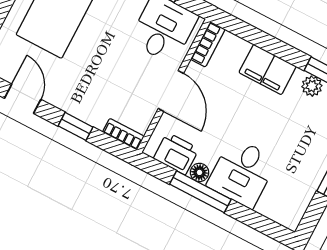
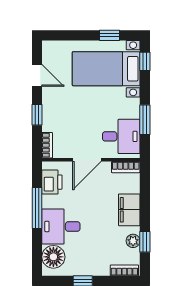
door: (23, 99) -> (37, 75), hinge flipped
floor lamp: (200, 172) -> (53, 257), moved, width x1.89, depth x1.89

